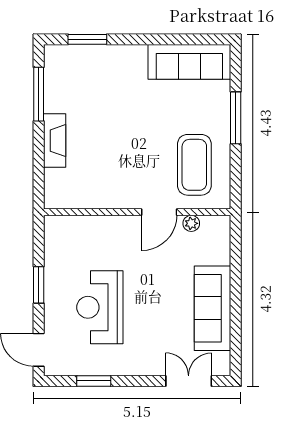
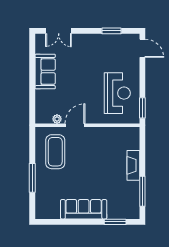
sofa: (189, 62) -> (84, 209), moved
window: (39, 285) -> (142, 108), moved
reception desk: (100, 307) -> (117, 93), moved
sofa: (212, 308) -> (45, 72), width x0.73

